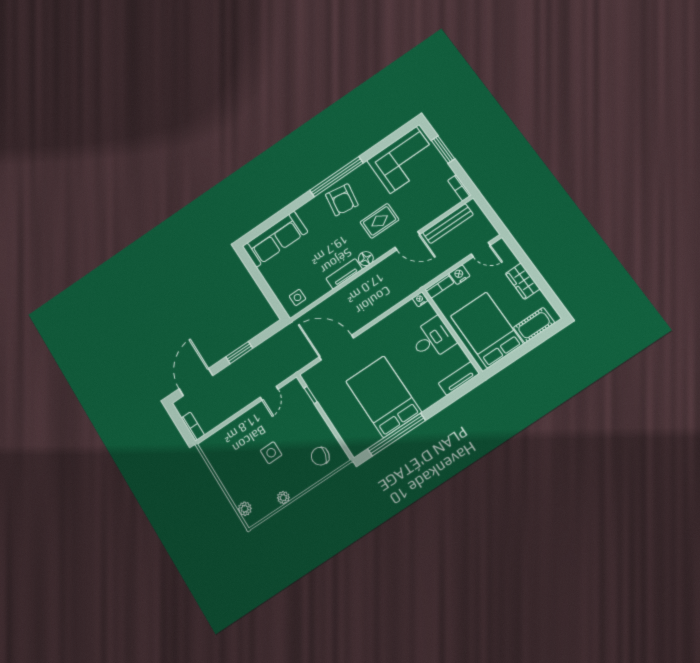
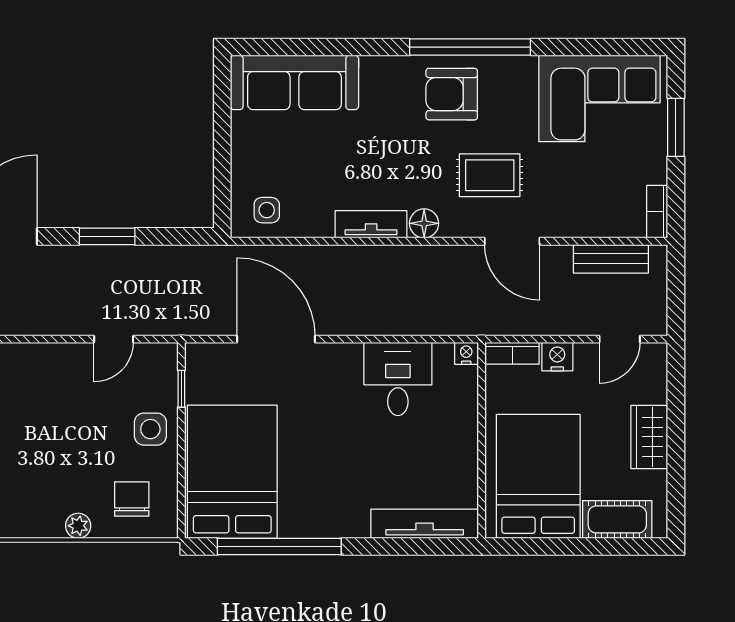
armchair: (342, 200) -> (452, 94), turned 81
bench: (448, 224) -> (611, 259), width x0.73
door: (481, 250) -> (620, 339), hinge flipped
desk: (432, 339) -> (398, 379), moved, turned -90
tv unit: (459, 378) -> (425, 524), width x1.41
bed: (384, 397) -> (232, 472), moved
side table: (271, 453) -> (150, 429), moved
chair: (320, 456) -> (132, 499), turned 74
plant: (283, 498) -> (78, 526), moved

